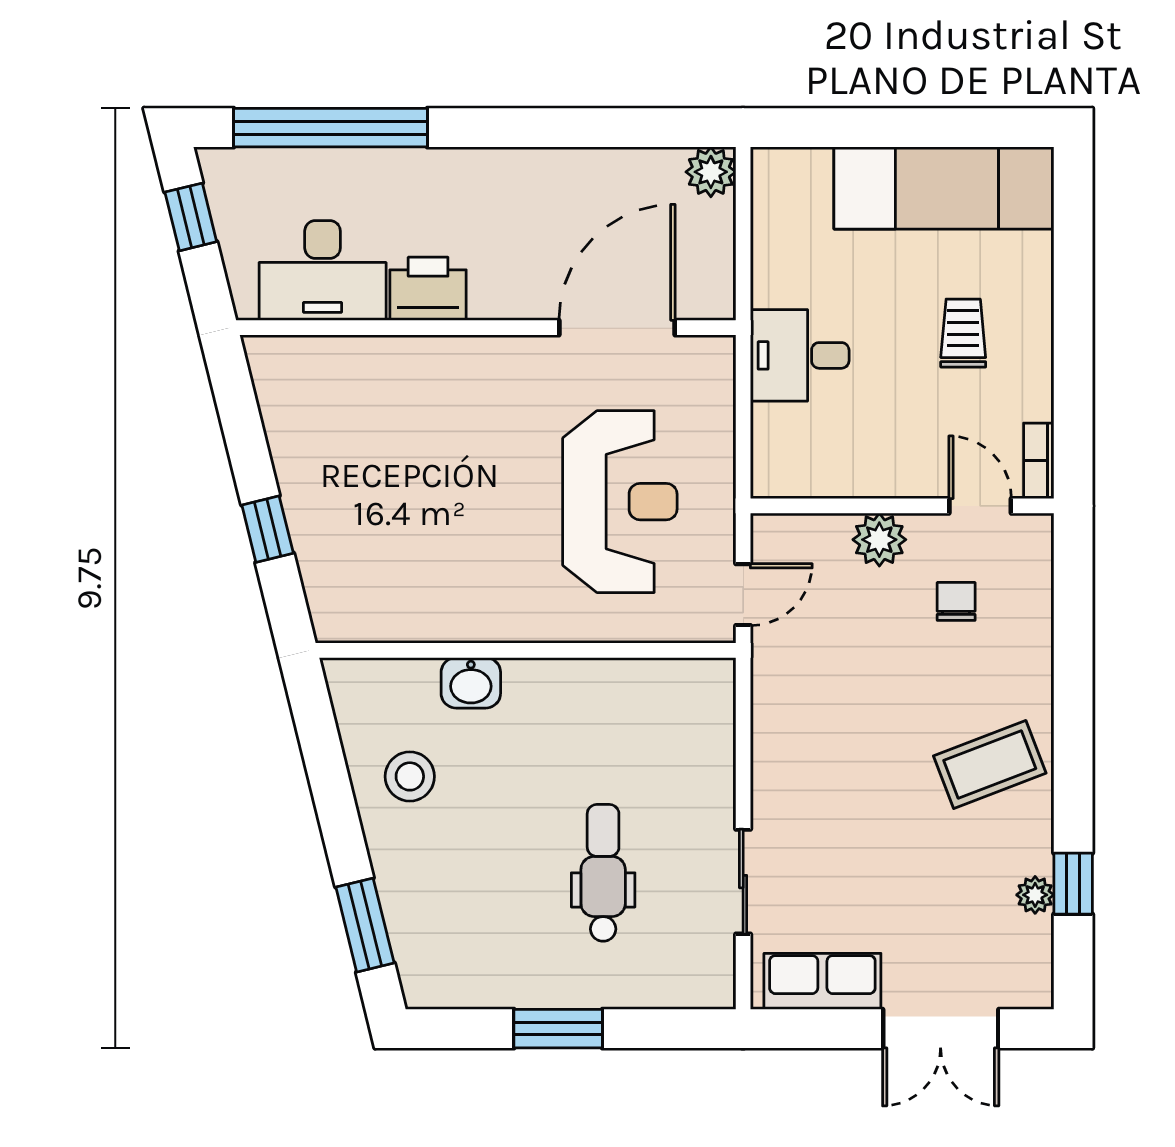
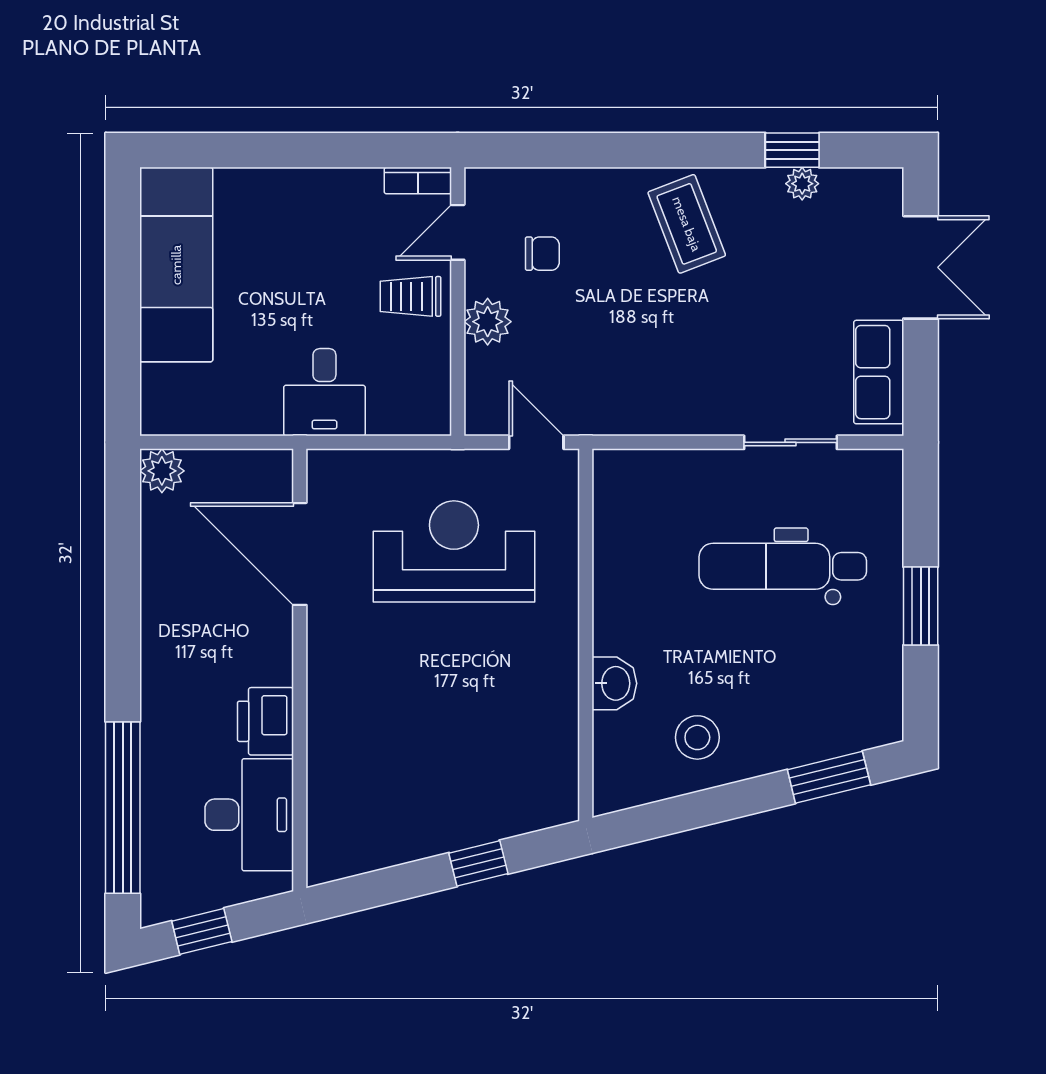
trolley: (963, 333) -> (411, 296), moved
chair: (956, 601) -> (542, 254), turned 180
dental chair: (603, 873) -> (783, 566), width x1.36, depth x1.38

